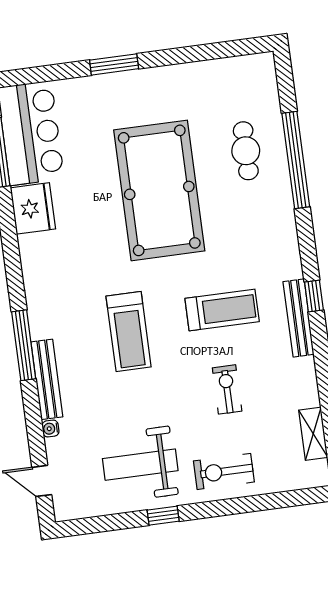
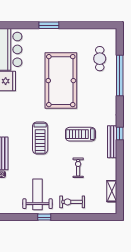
cafe table: (246, 151) -> (100, 59), moved
treadmill: (222, 310) -> (80, 134), turned 180
weight bench: (140, 465) -> (38, 194), turned 90

